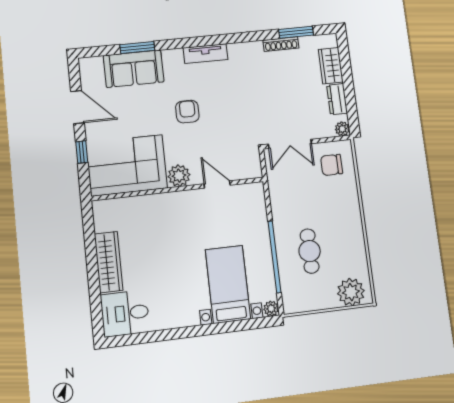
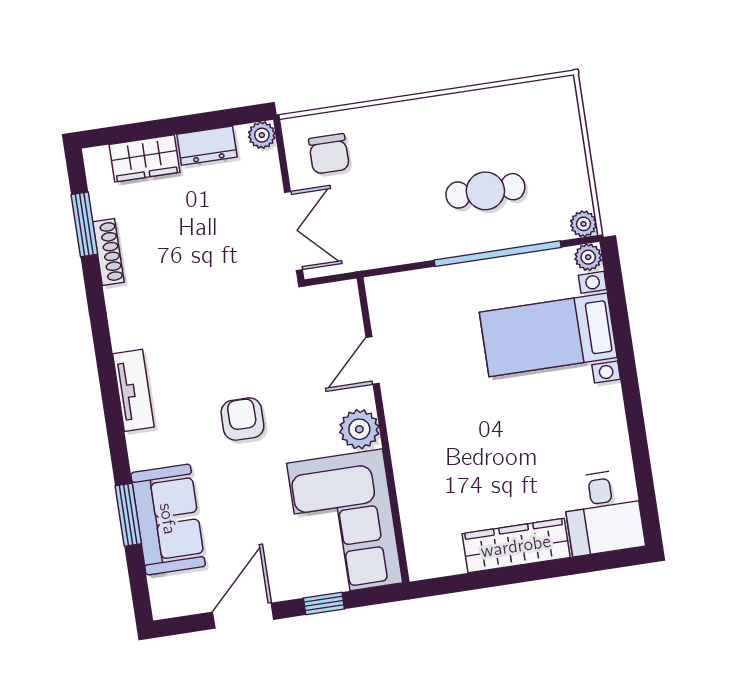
armchair: (187, 112) -> (242, 419), turned 90
plant: (351, 292) -> (583, 224), moved, width x0.53, depth x0.53

